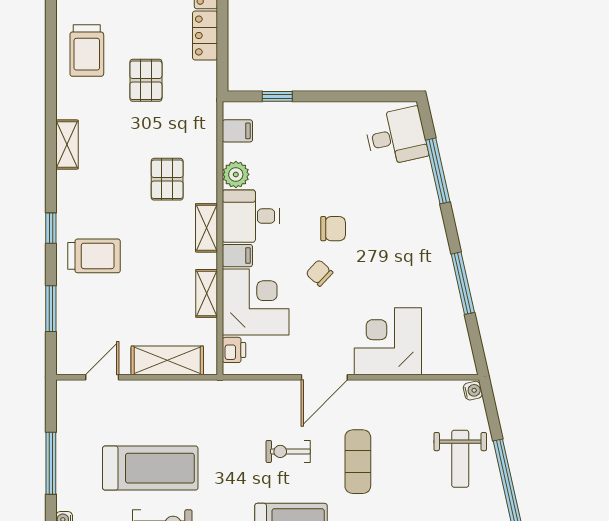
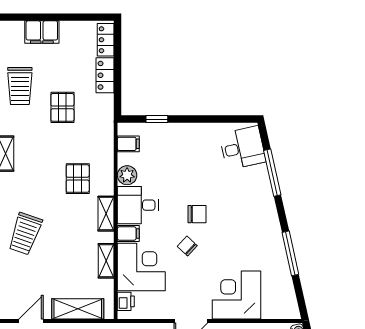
trolley: (94, 256) -> (25, 234), turned 109

